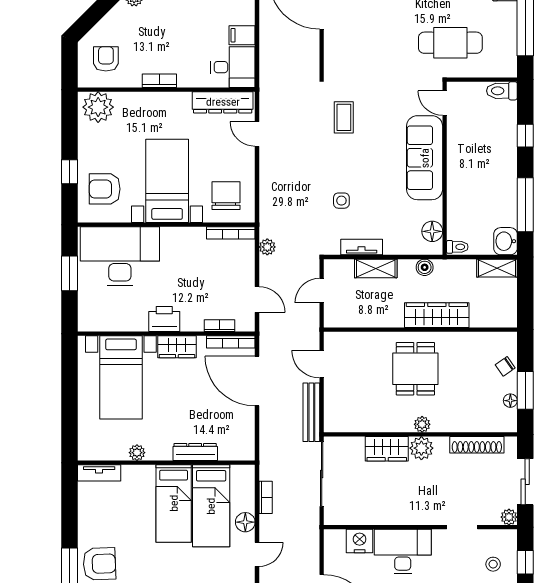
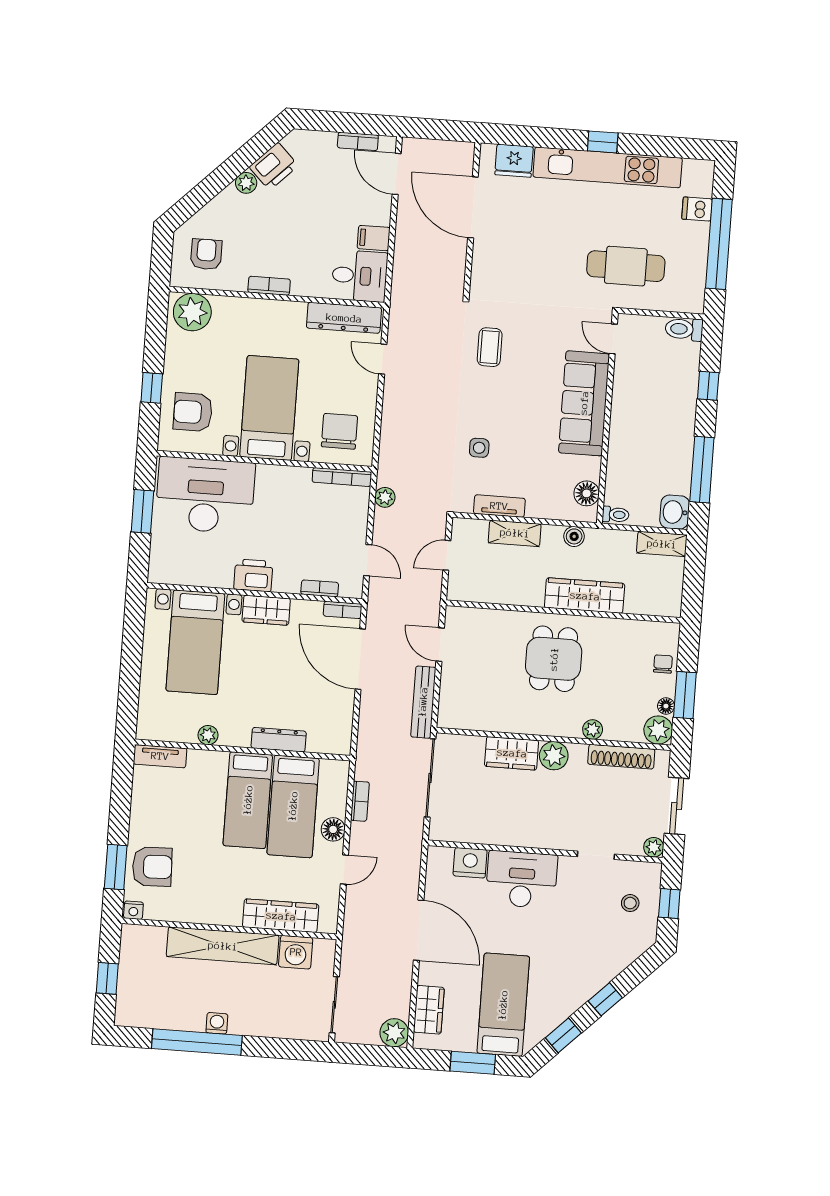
bookcase: (231, 342) -> (343, 610), width x0.64
chair: (505, 366) -> (663, 664), turned 125
plant: (505, 421) -> (658, 730), added
plant: (422, 424) -> (593, 730), moved

